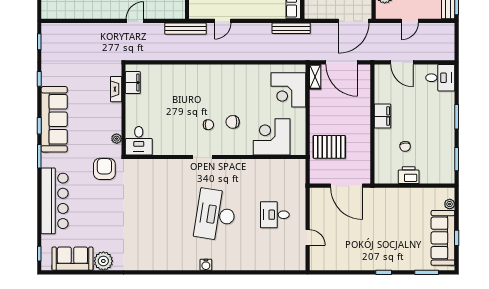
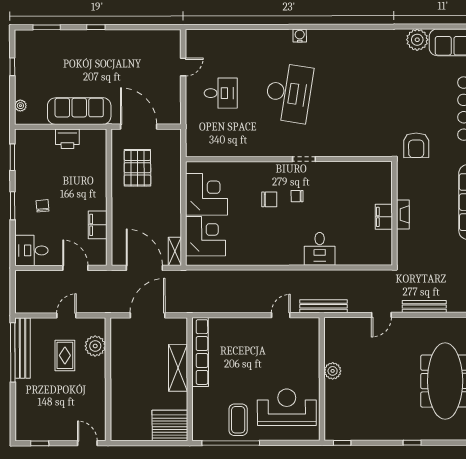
door: (354, 21) -> (148, 315), moved
bench: (291, 28) -> (424, 307), moved
filing cabinet: (133, 83) -> (384, 217), moved
fireplace: (116, 89) -> (403, 214), moved
filing cabinet: (382, 116) -> (98, 225), moved
corner desk: (272, 137) -> (207, 194), moved, turned -90
plant: (117, 139) -> (402, 180), removed
desk: (139, 141) -> (320, 249), moved, turned 180
chair: (405, 146) -> (43, 206), moved
pallet: (329, 147) -> (137, 168), moved, turned 90
door: (308, 238) -> (183, 67), swing flipped
sofa: (443, 238) -> (79, 111), moved, turned -90

